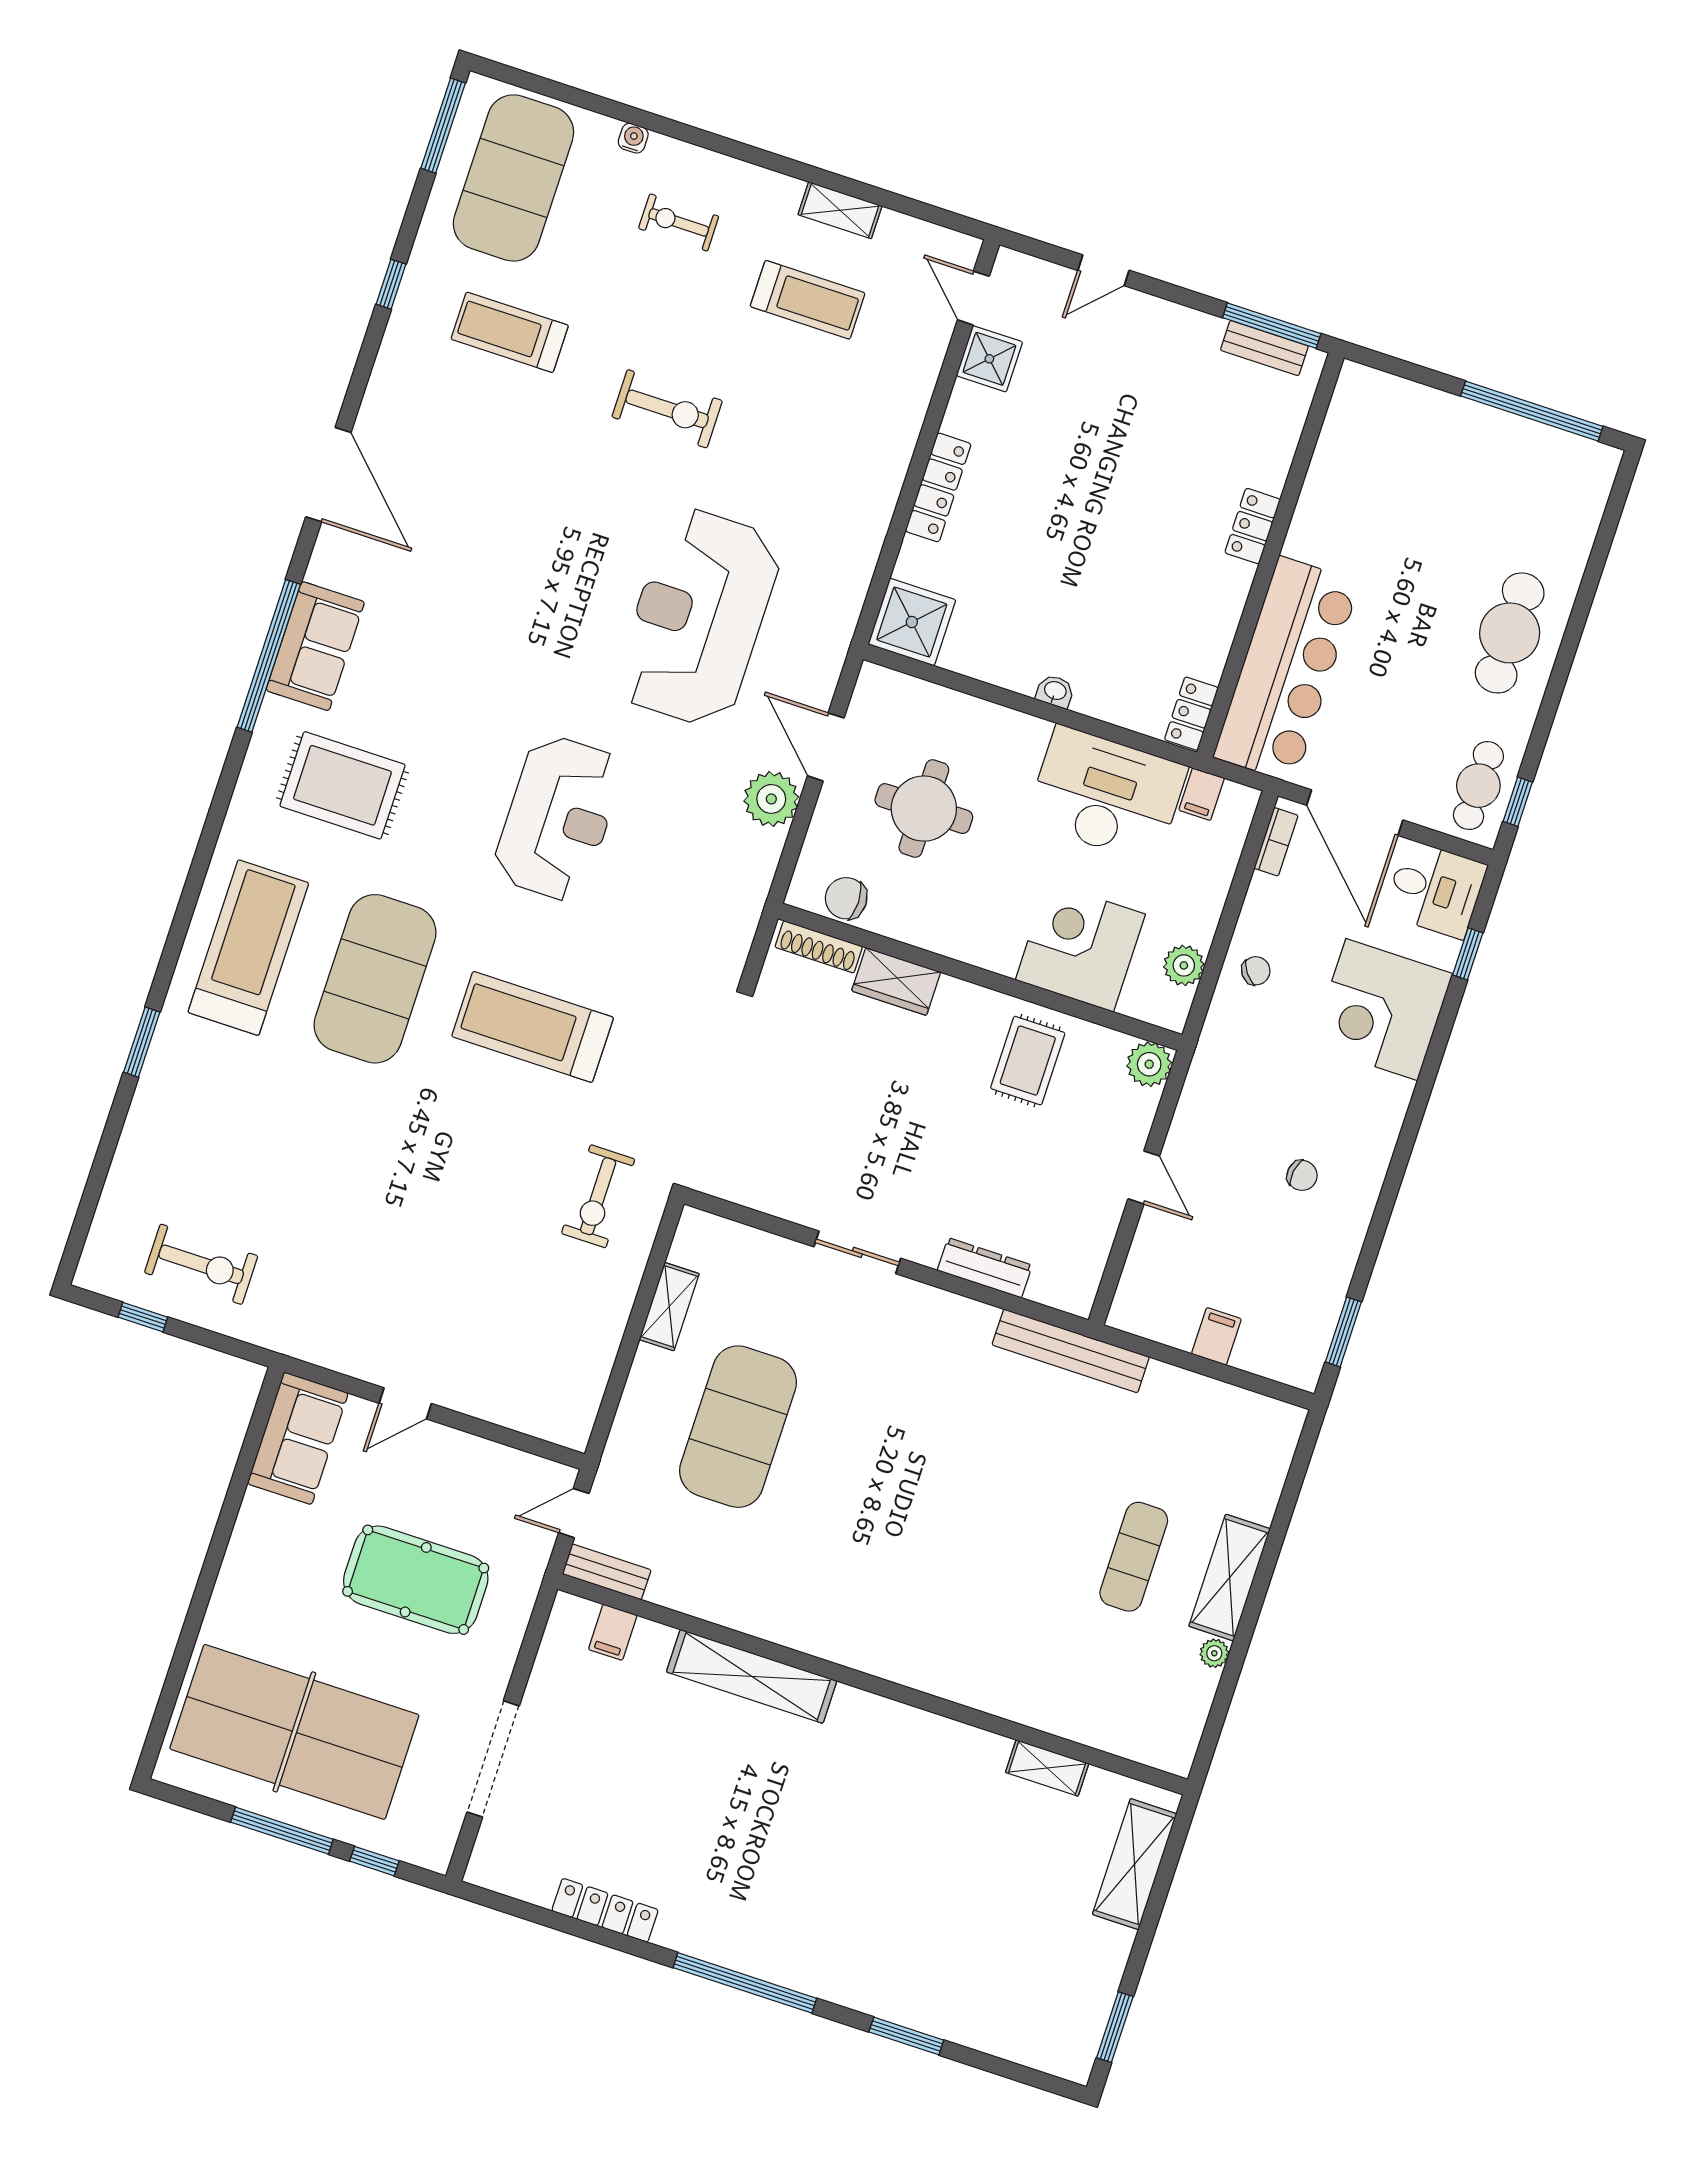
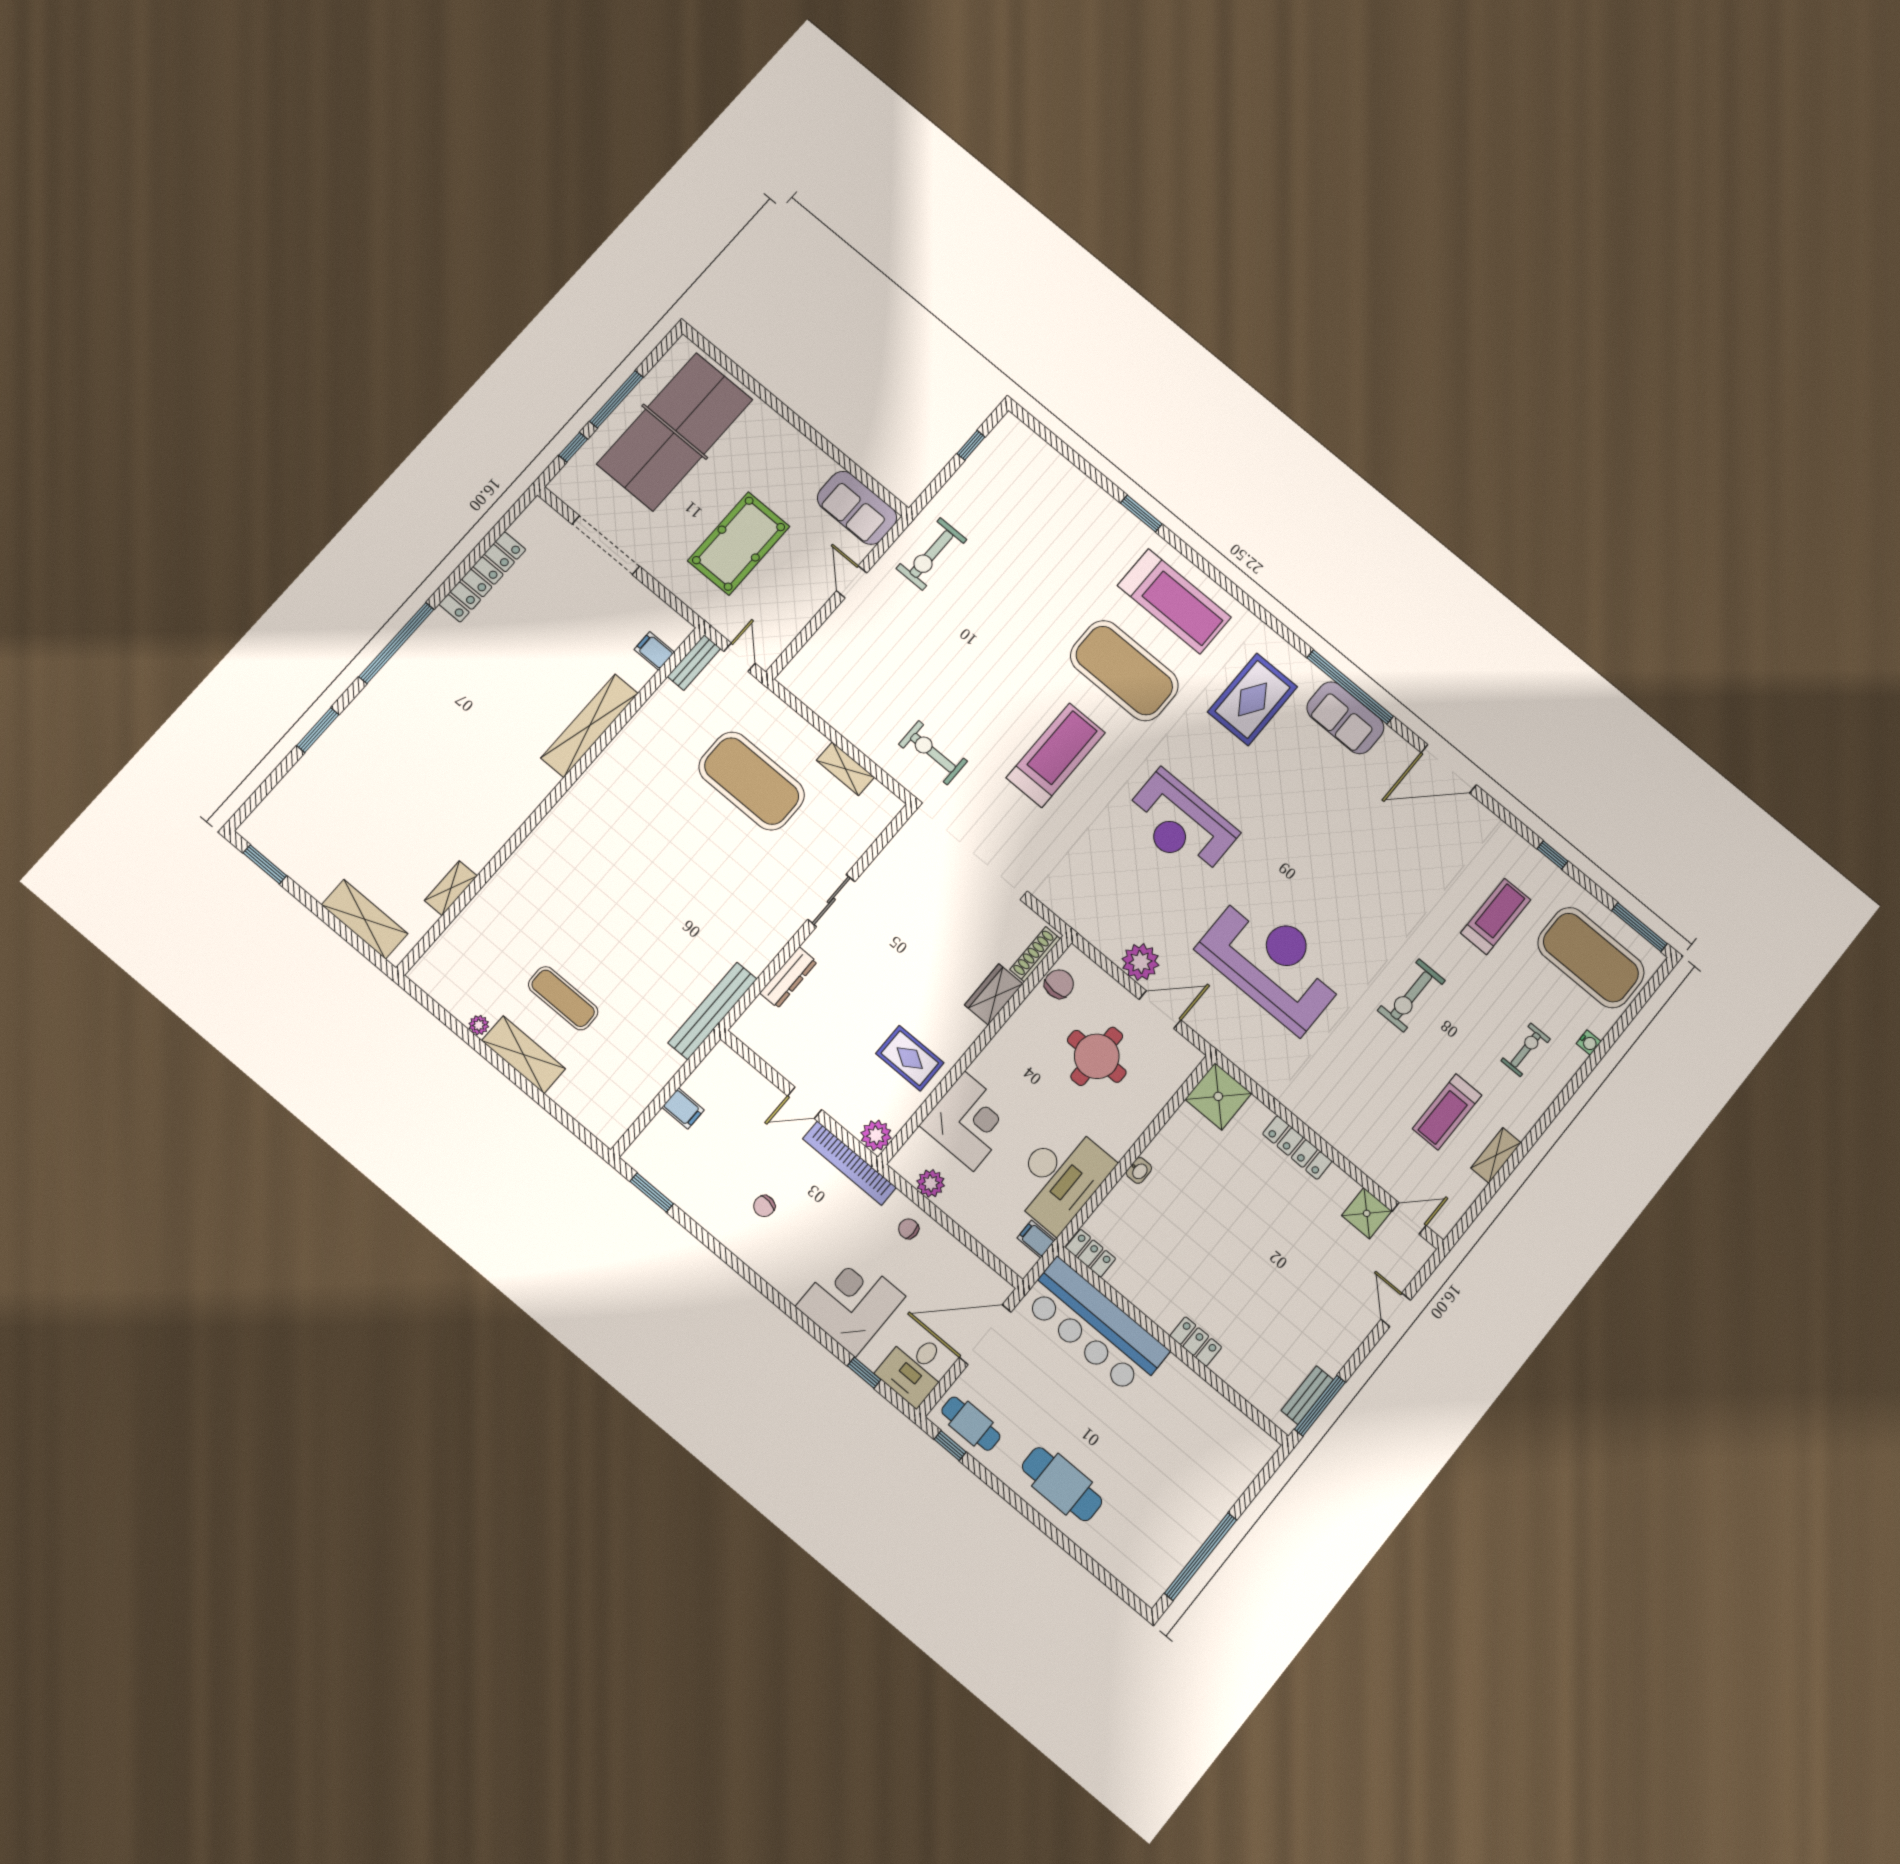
bookcase: (1276, 842) -> (849, 1163), moved, width x2.31, depth x1.31
chair: (1256, 971) -> (909, 1229), turned 127
exercise bike: (201, 1264) -> (931, 554), moved
locker: (605, 1910) -> (482, 577), width x1.41, depth x1.21

